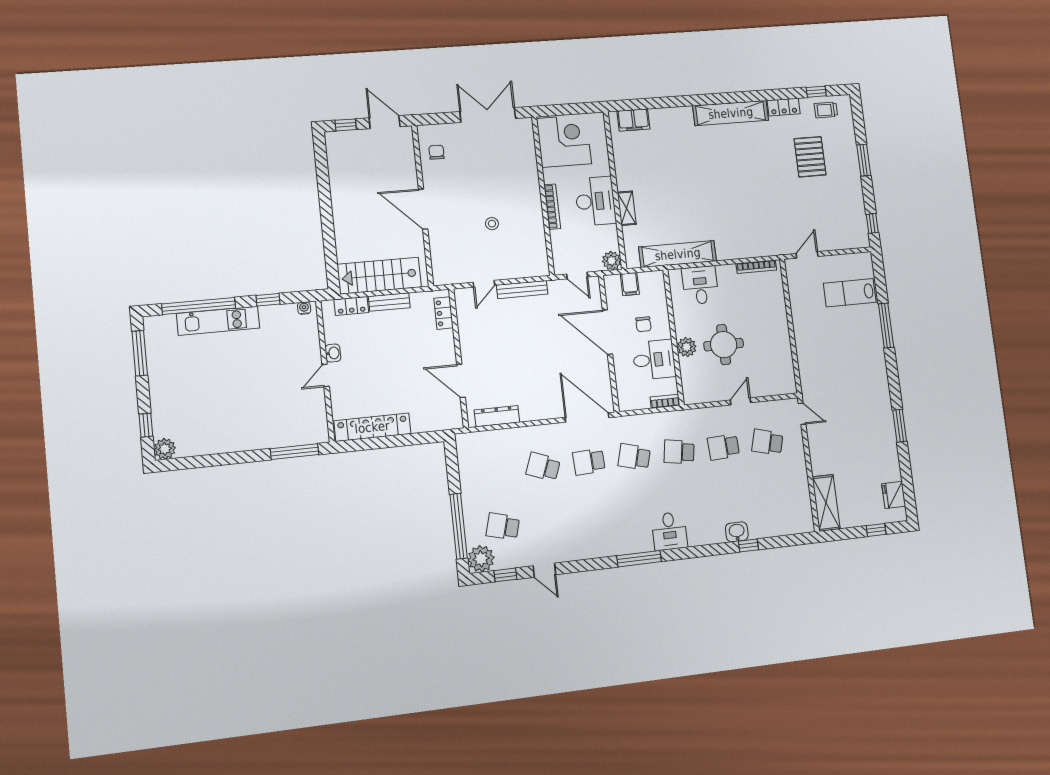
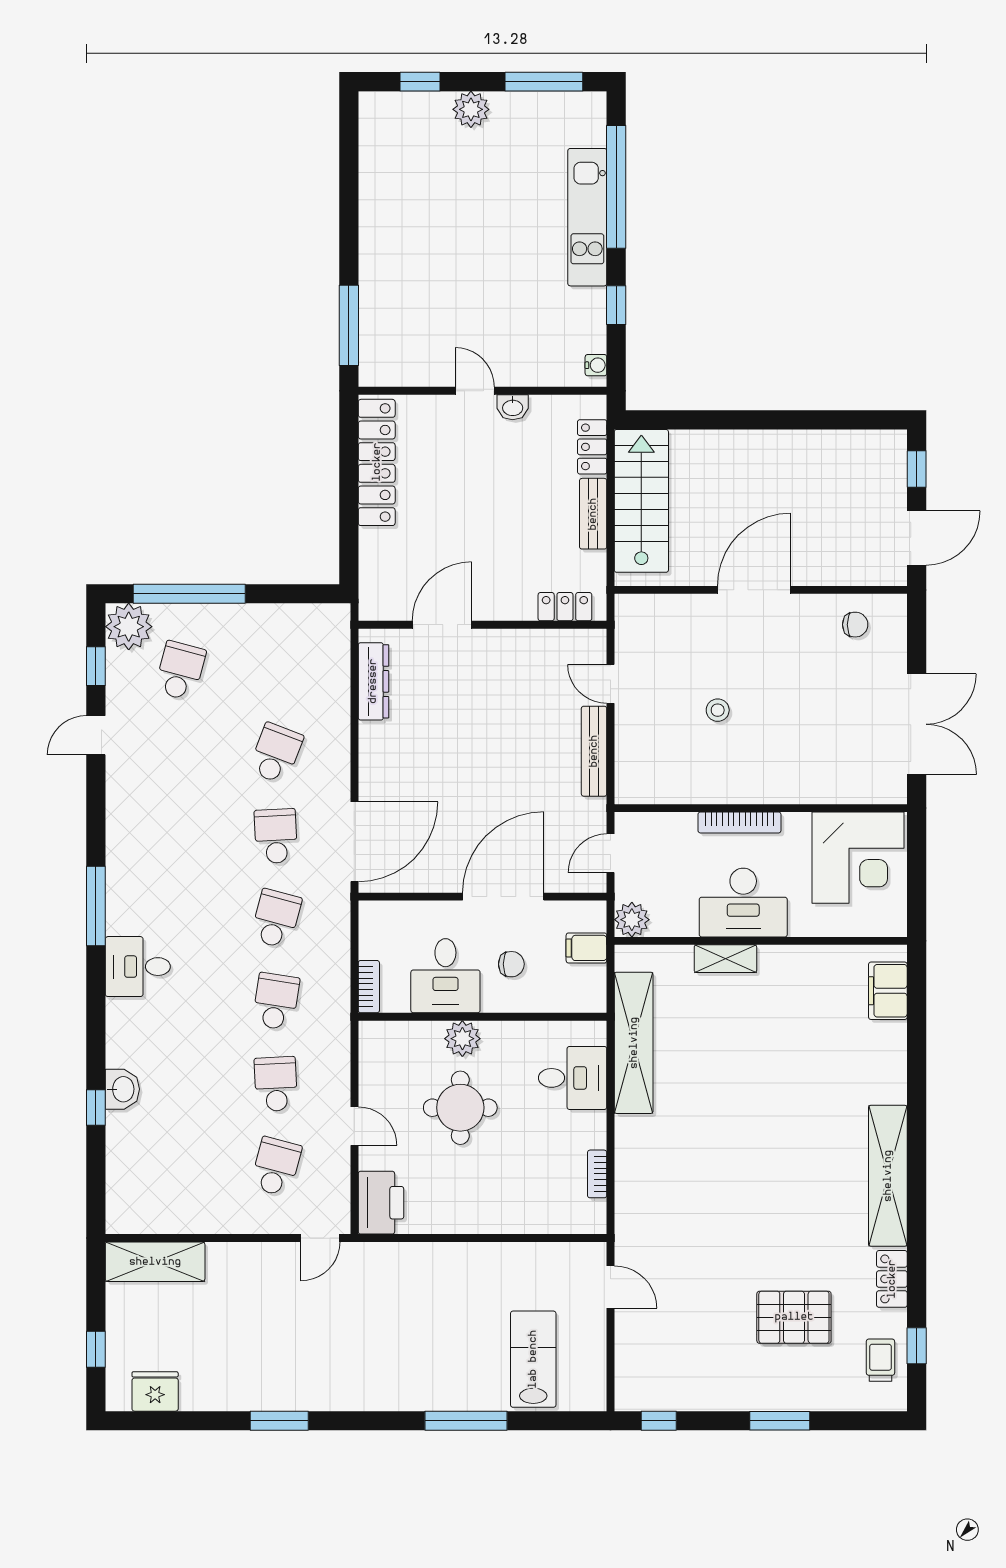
bookcase: (756, 267) -> (597, 1174), width x0.64
chair: (643, 324) -> (511, 964), turned 180
printer: (779, 383) -> (381, 1203), added
plant: (165, 449) -> (471, 109), moved

